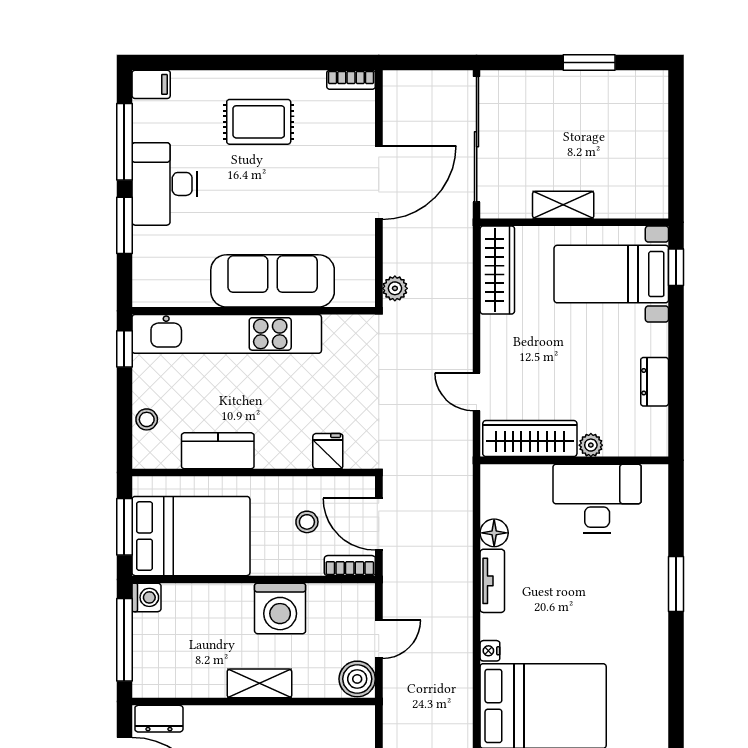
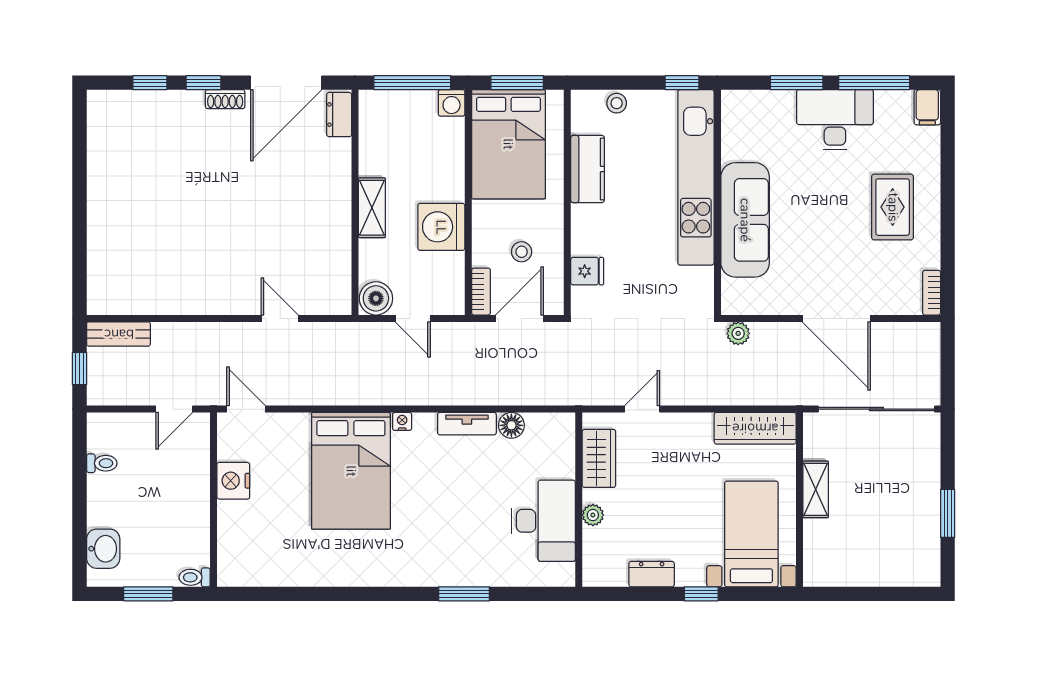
window: (676, 267) -> (701, 594), moved
wardrobe: (530, 439) -> (599, 458), width x0.67

